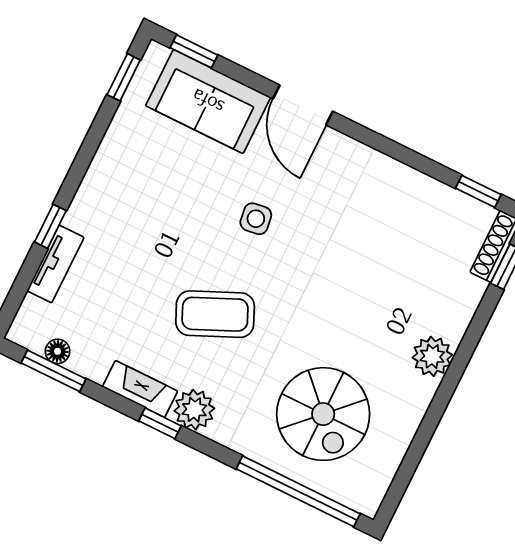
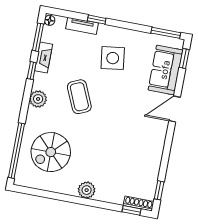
window: (124, 77) -> (166, 33), width x1.50
side table: (256, 219) -> (113, 58), moved, width x1.87, depth x1.87
floor lamp: (58, 351) -> (50, 20), moved
fireplace: (140, 389) -> (44, 58), moved
window: (160, 423) -> (32, 71), moved

